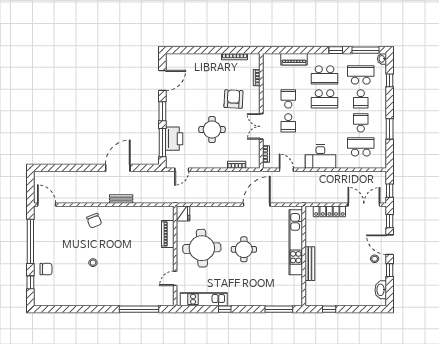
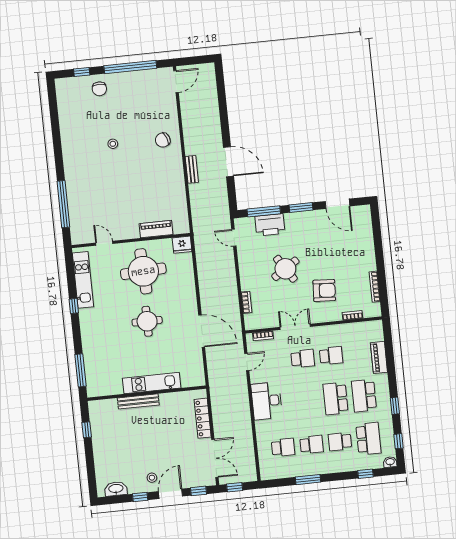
window: (365, 50) -> (399, 441), width x0.46
school desk: (288, 123) -> (303, 358), turned 180
round table: (212, 130) -> (285, 269), turned -33
school desk: (361, 147) -> (283, 447), width x0.54
kitchen unit: (296, 242) -> (152, 383), width x0.73

